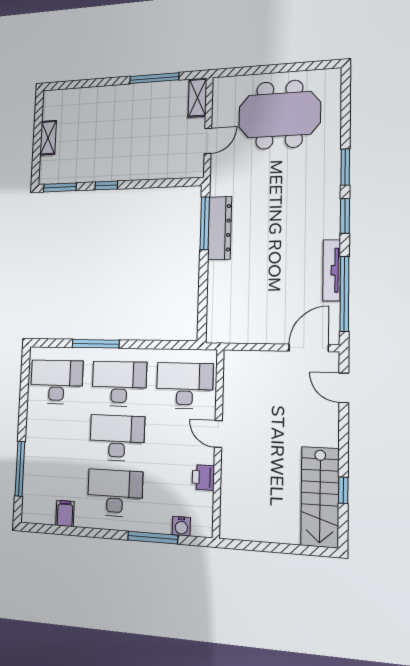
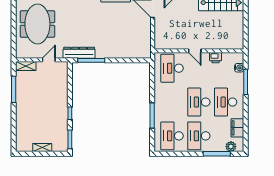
door: (208, 141) -> (49, 60), hinge flipped
dresser: (220, 228) -> (79, 53), moved
desk: (119, 384) -> (199, 136), moved
door: (218, 434) -> (195, 51), hinge flipped
plant: (31, 498) -> (231, 147), added
filing cabinet: (65, 513) -> (237, 128), width x2.00

